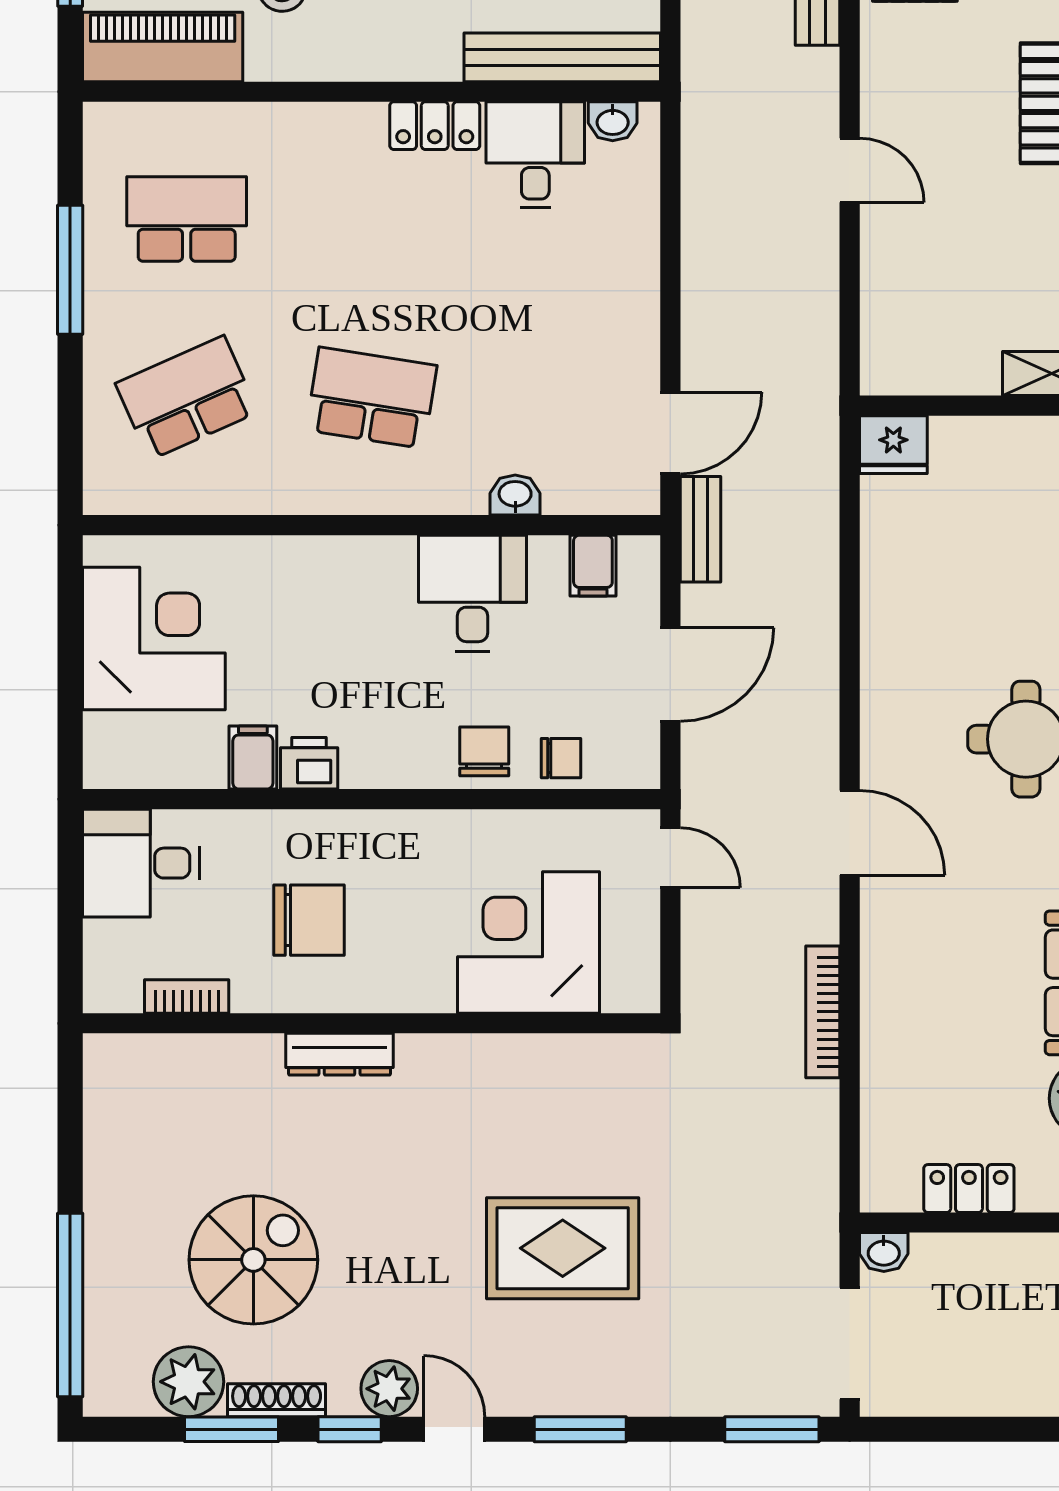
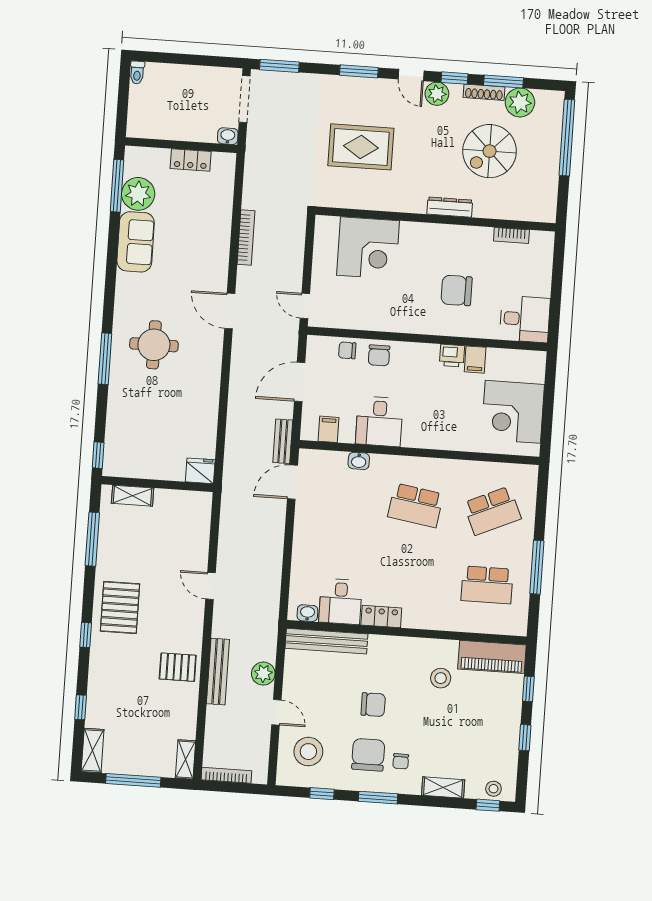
corner desk: (529, 942) -> (368, 248), moved
bookcase: (187, 996) -> (511, 235), moved
wall: (371, 1023) -> (436, 219), moved
dresser: (339, 1054) -> (450, 207), moved

